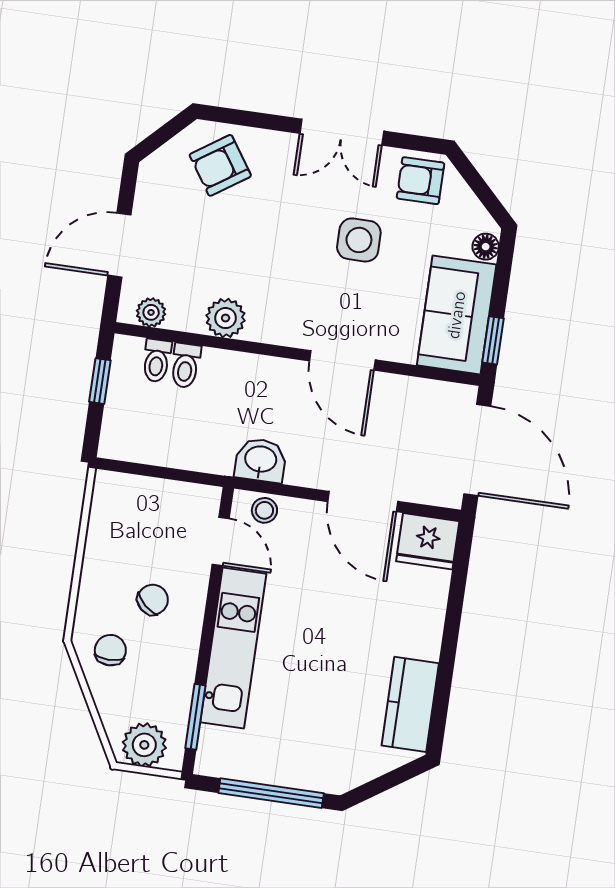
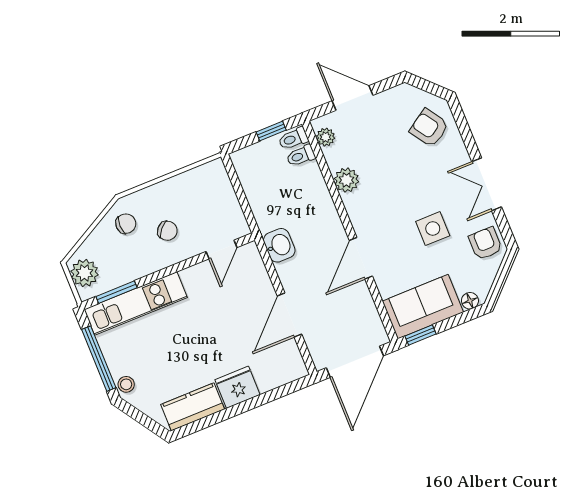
toilet: (185, 365) -> (293, 139), moved
stool: (264, 510) -> (126, 384), moved
fridge: (428, 541) -> (237, 387), moved, turned 90
kitchen unit: (233, 648) -> (136, 303), moved

